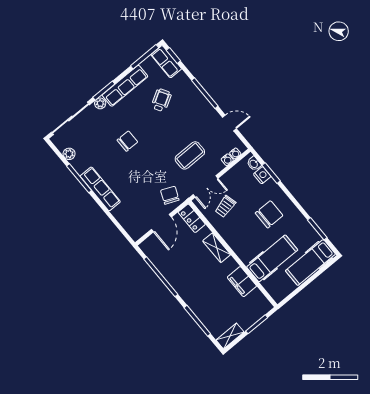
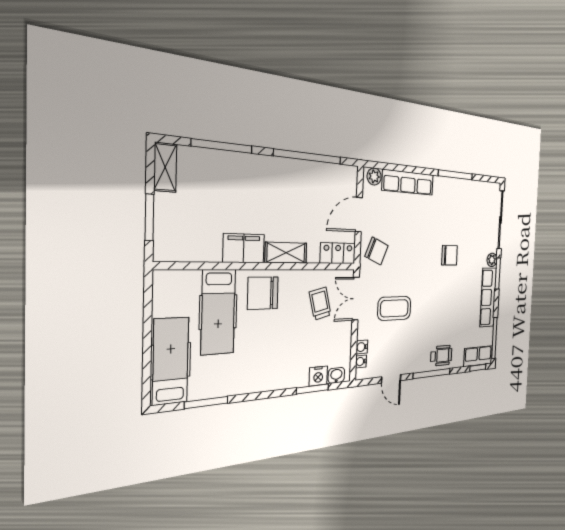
wheelchair: (161, 100) -> (441, 356), moved, turned -60
door: (229, 123) -> (391, 379), hinge flipped
chair: (127, 141) -> (450, 255), turned -90
plant: (69, 154) -> (374, 176), moved
coffee table: (190, 155) -> (394, 308), turned 90
row of seats: (100, 189) -> (408, 182), moved
chair: (269, 214) -> (263, 293), moved, turned 90
door: (161, 223) -> (359, 215), hinge flipped
filing cabinet: (242, 282) -> (244, 248), moved

